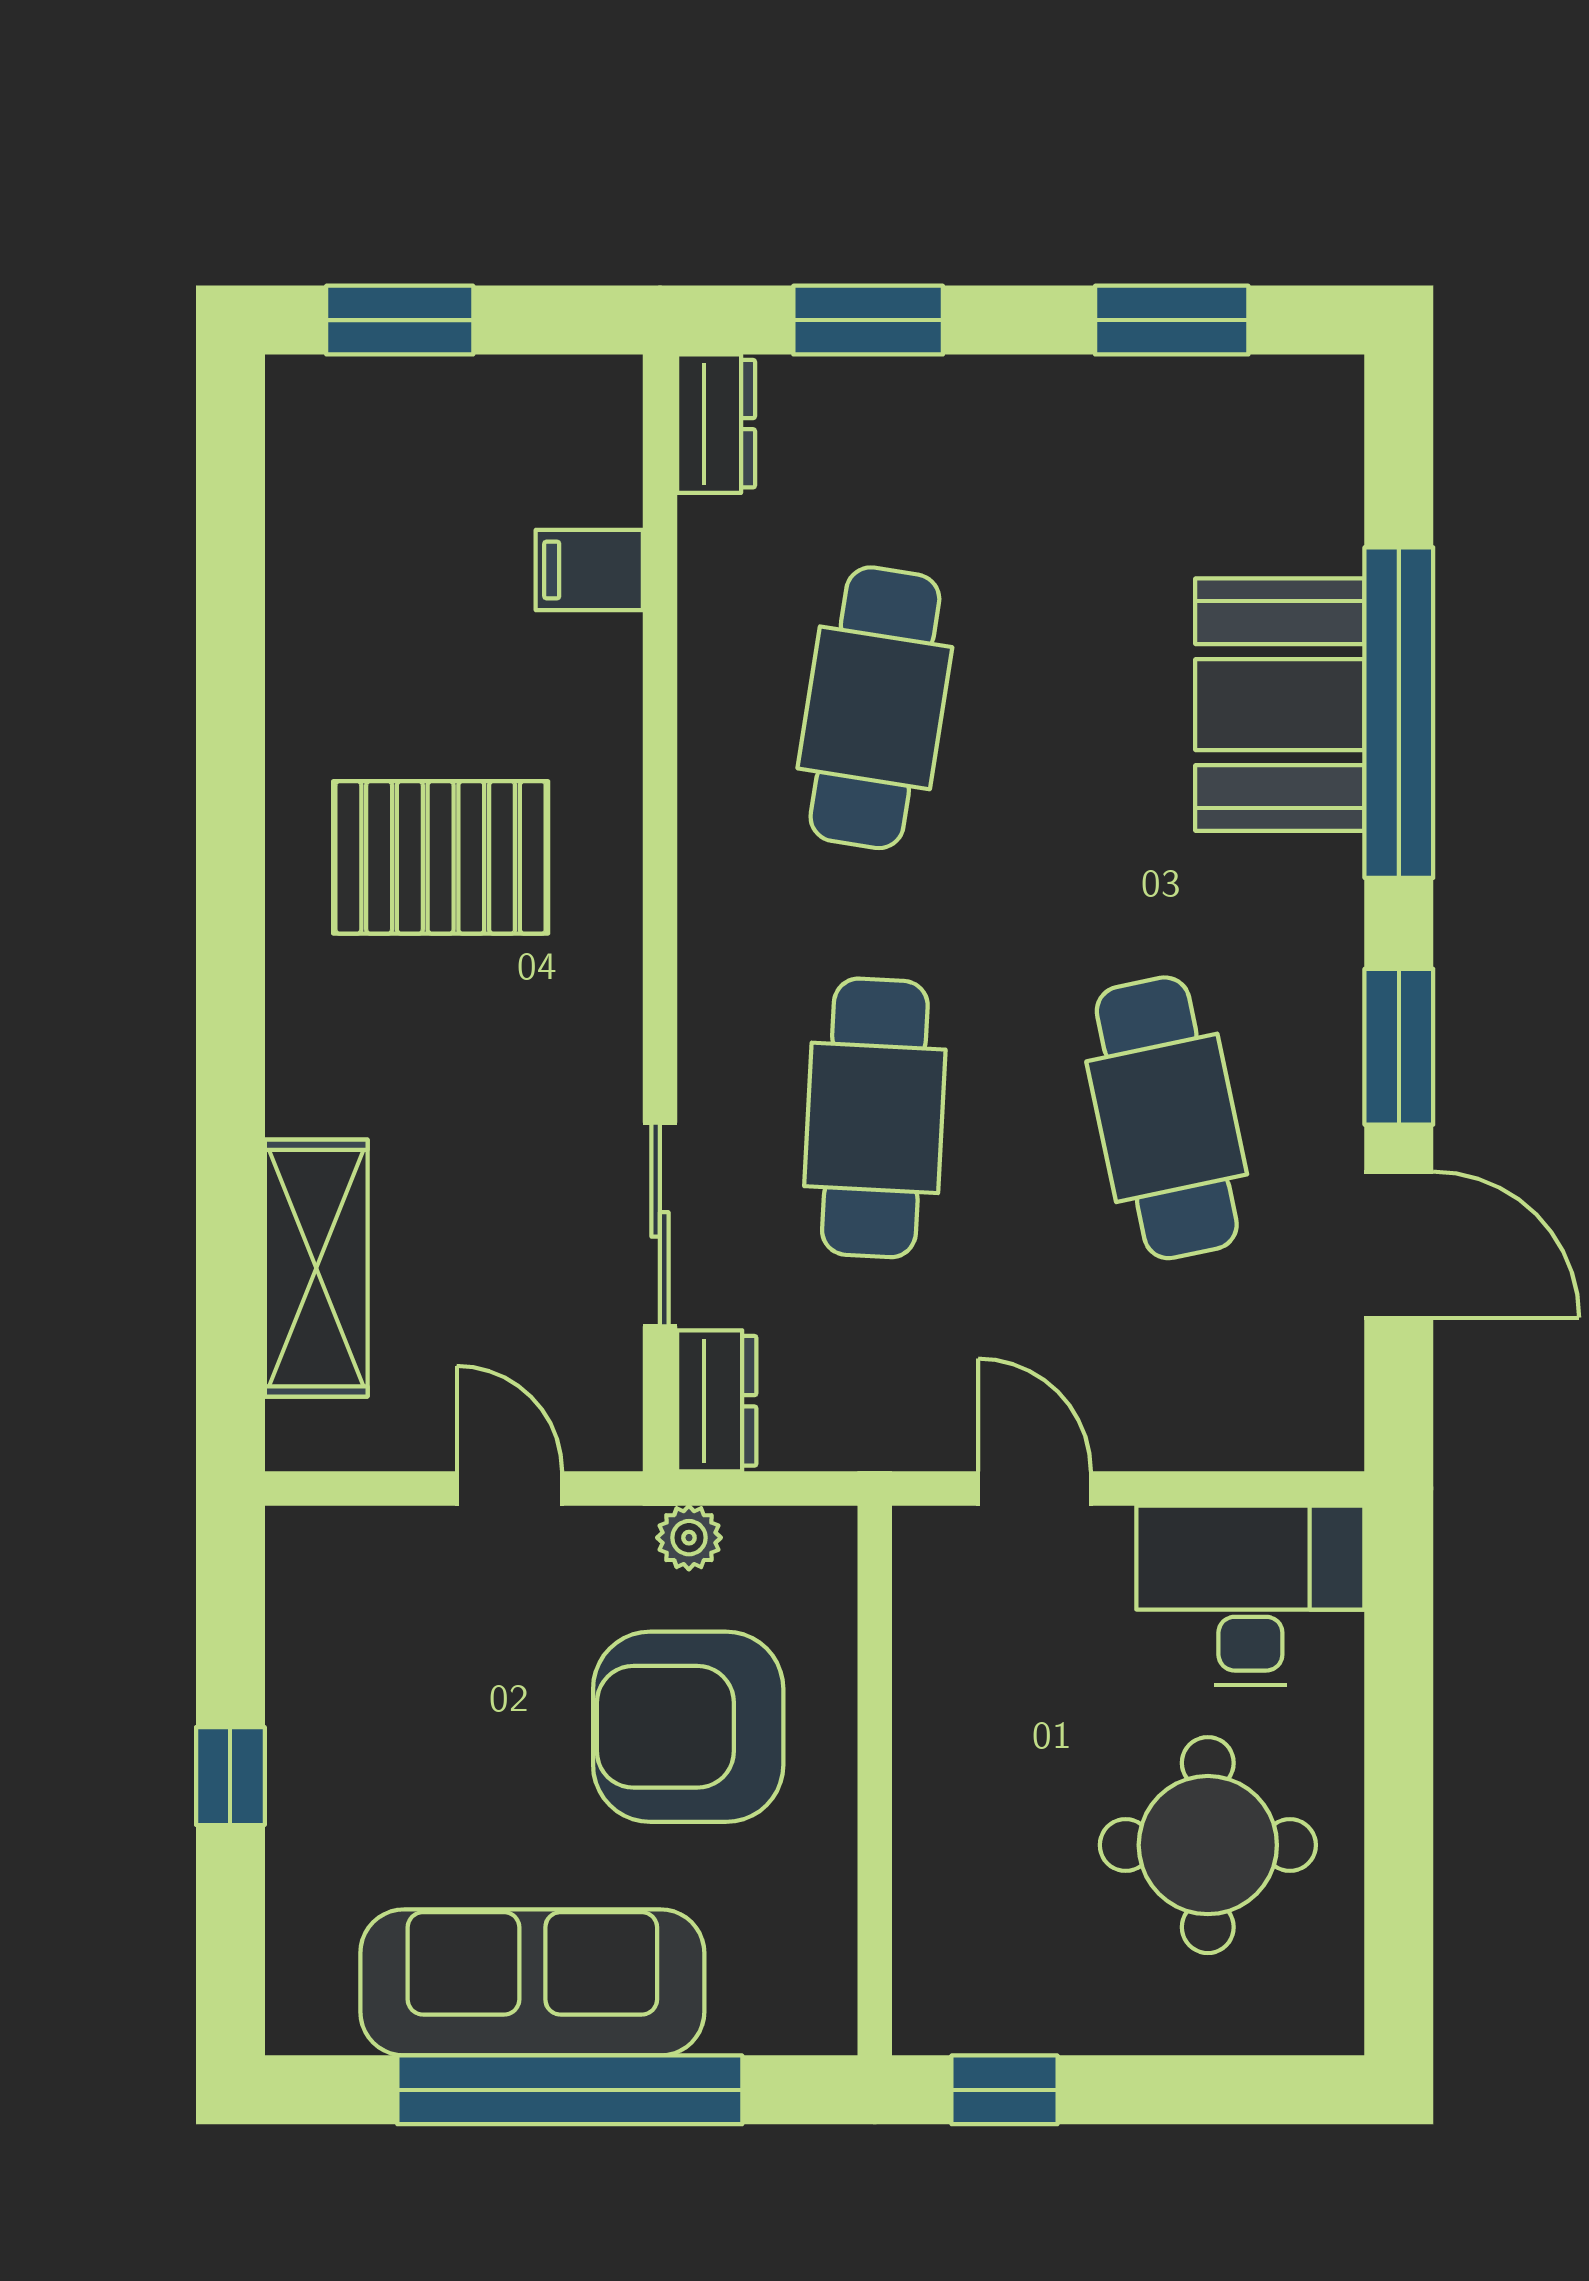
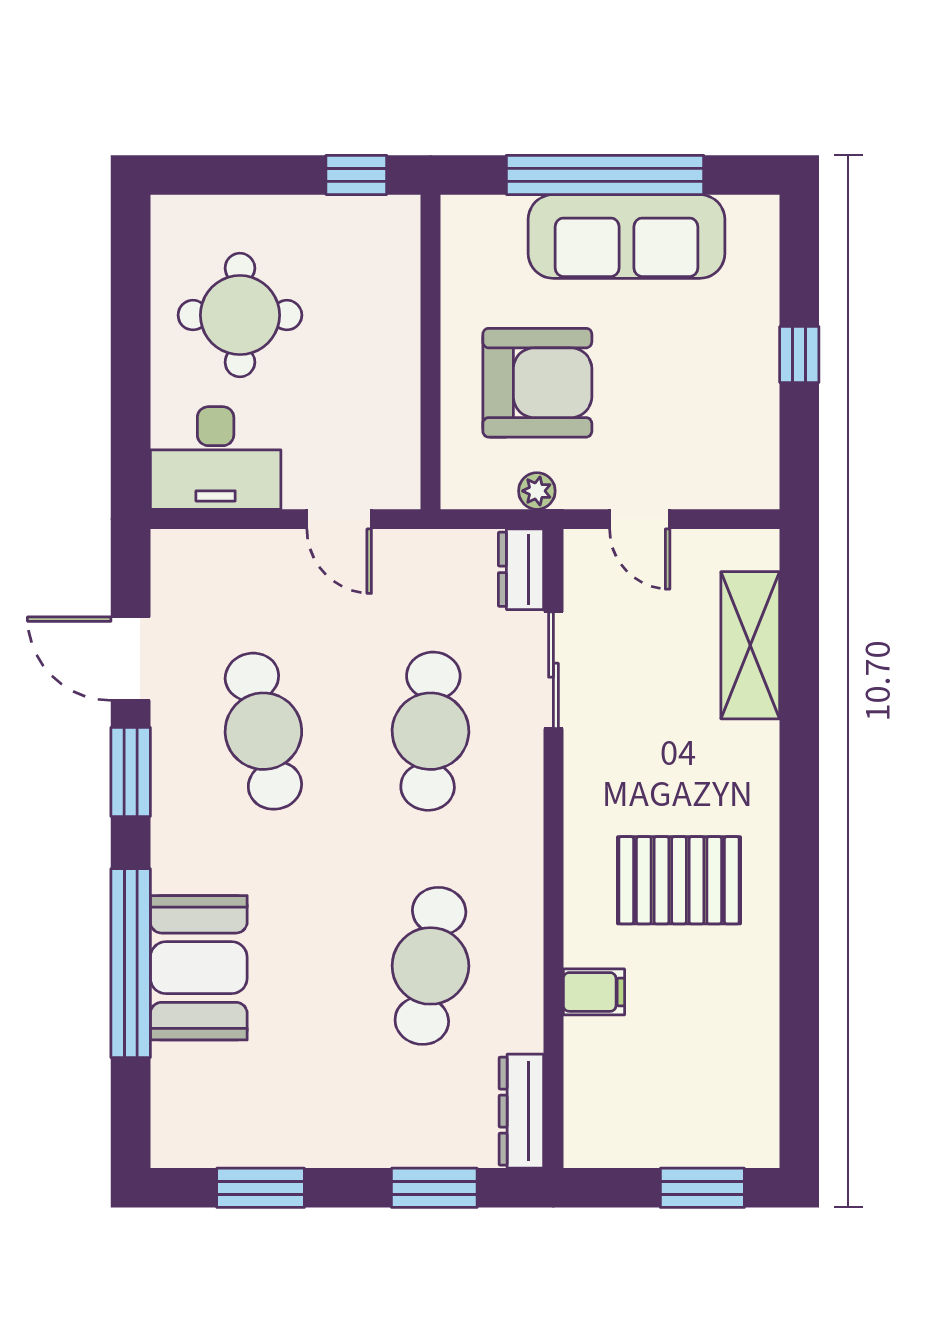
dresser: (716, 424) -> (521, 1111), width x1.44
filing cabinet: (589, 570) -> (594, 992), moved

